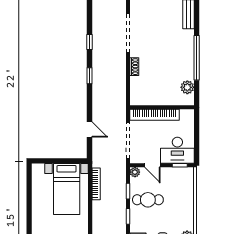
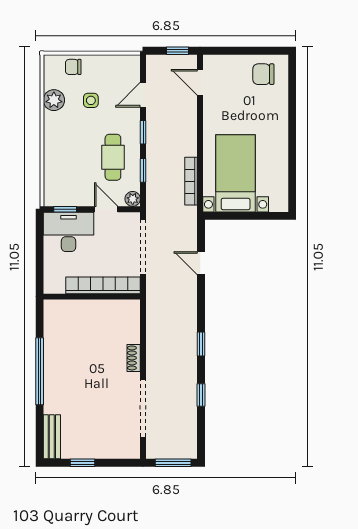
plant: (187, 87) -> (54, 327), removed
cafe table: (148, 200) -> (113, 157), turned 90

